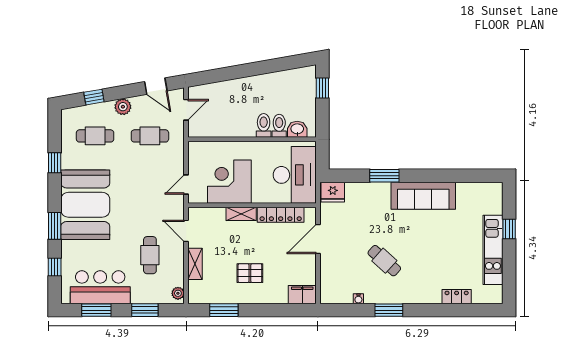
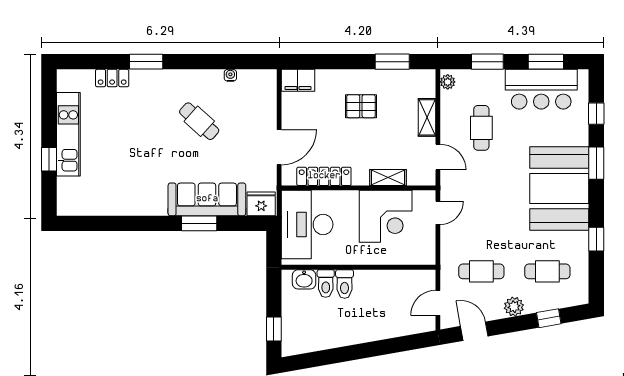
sofa: (423, 196) -> (207, 199), moved
shelving: (241, 214) -> (388, 177), moved
window: (389, 310) -> (146, 62), moved

